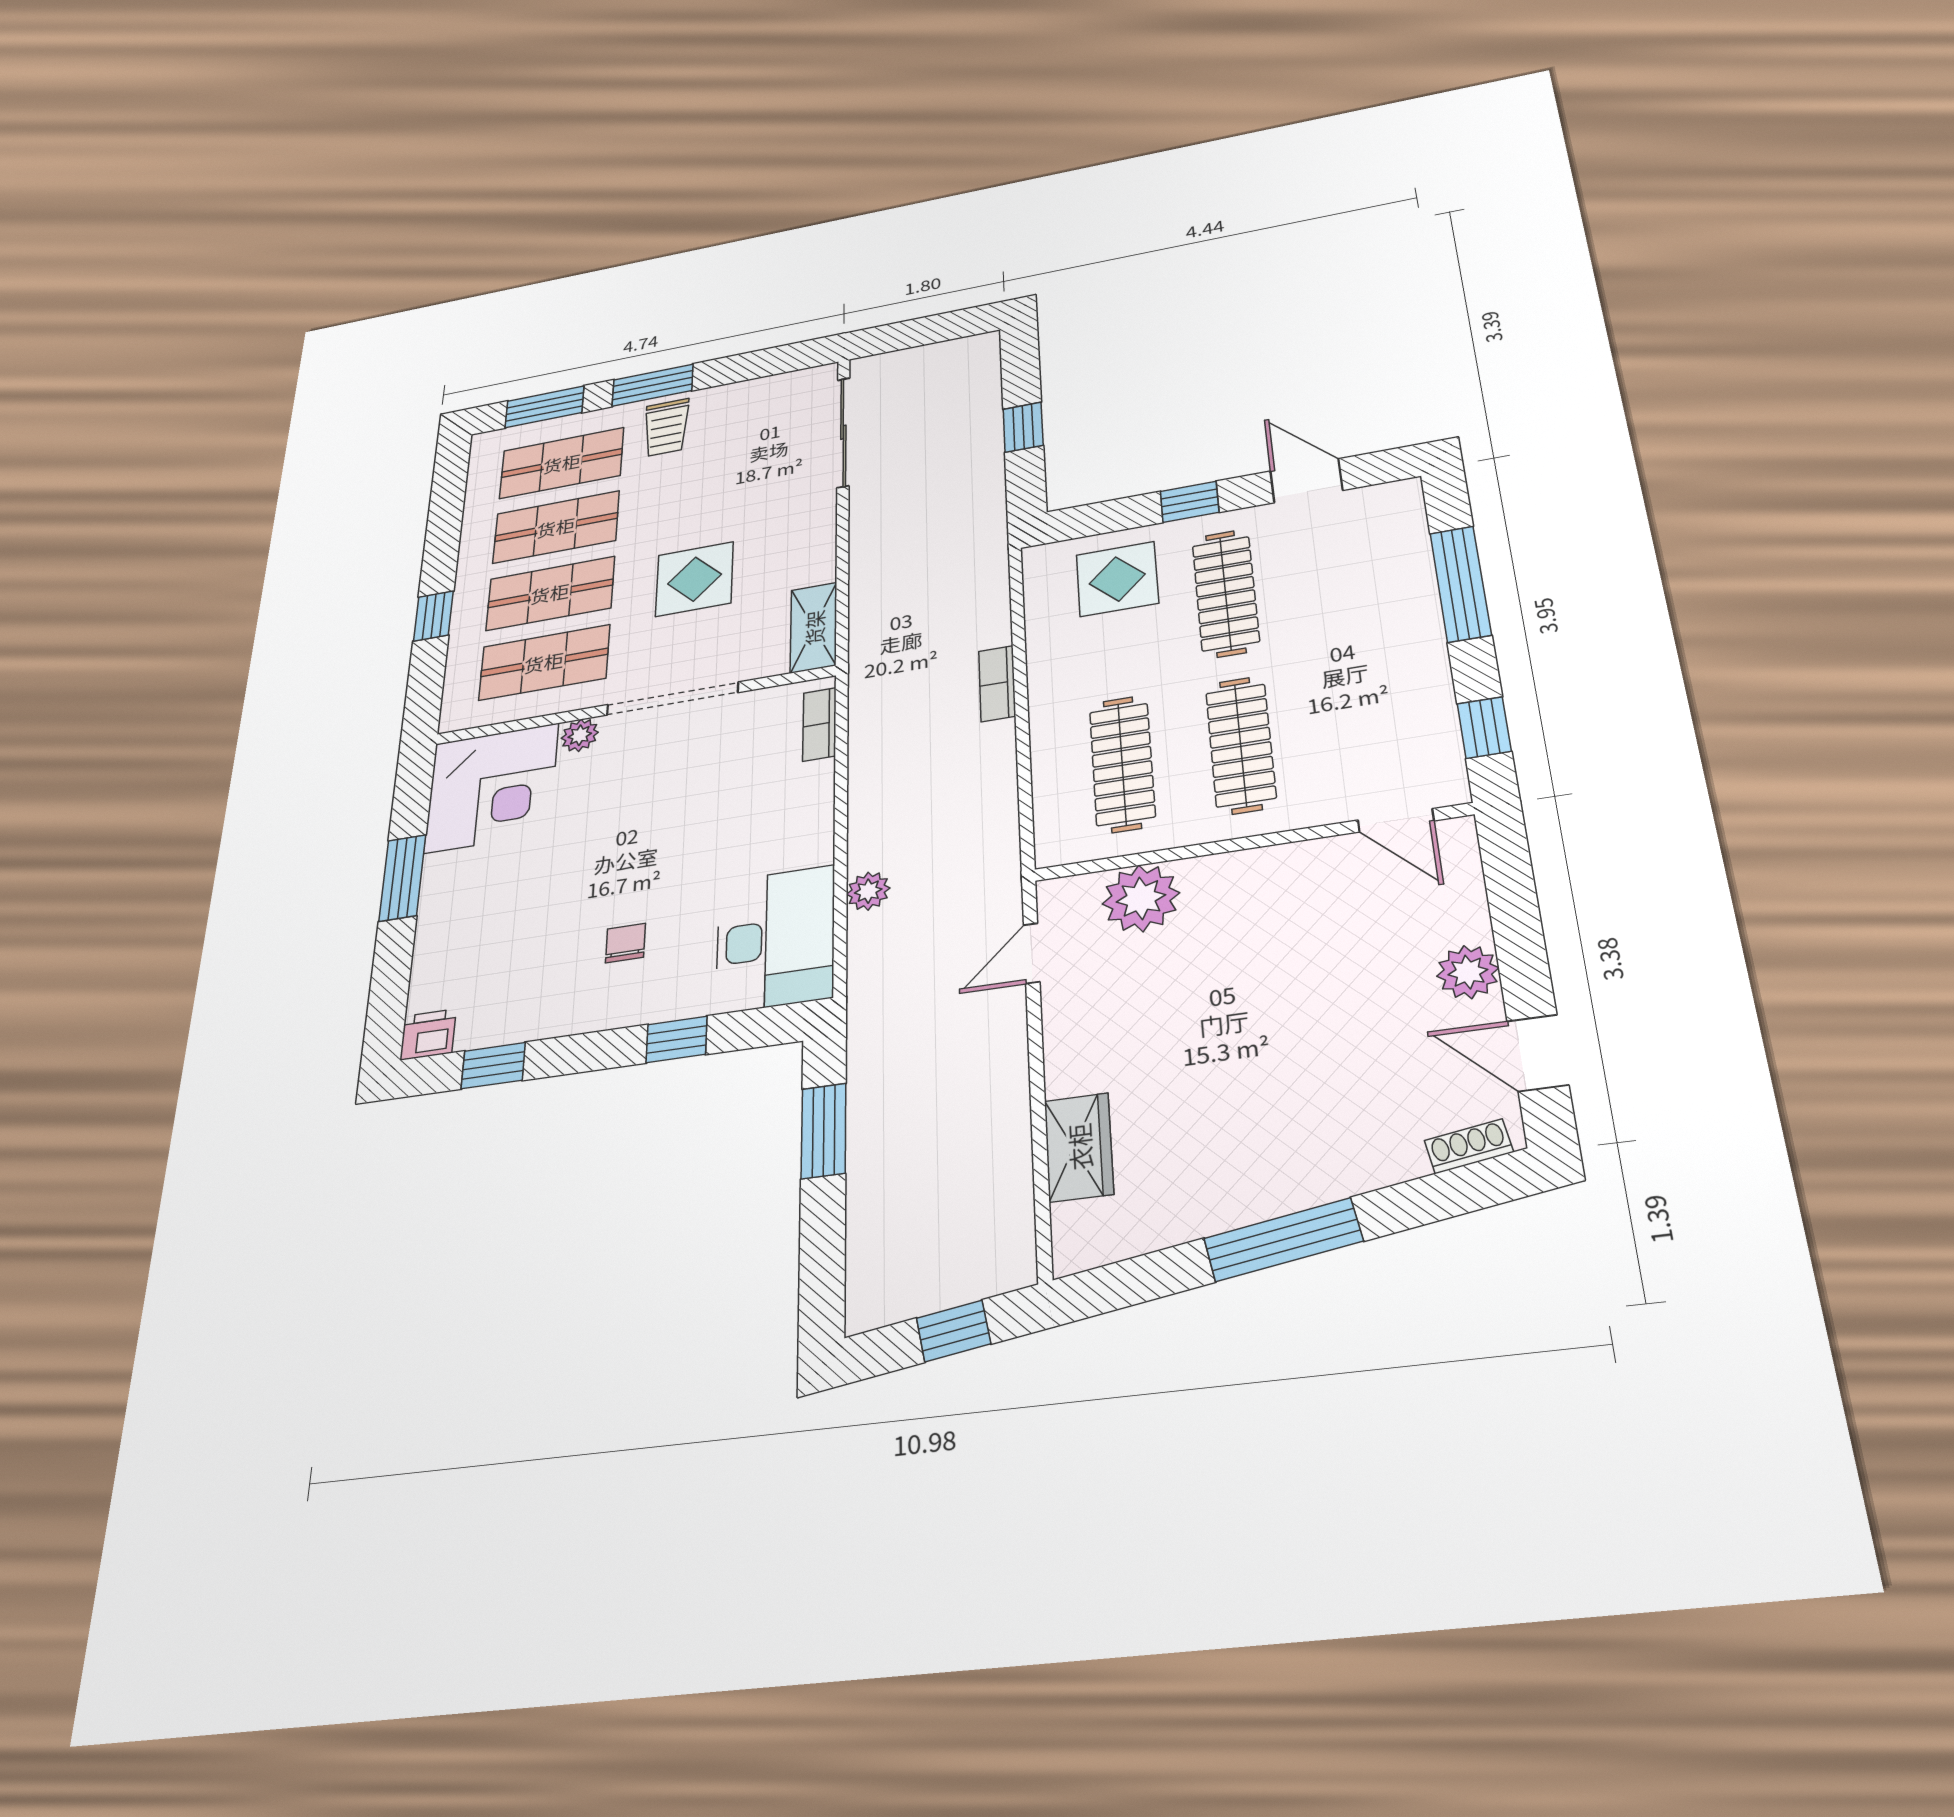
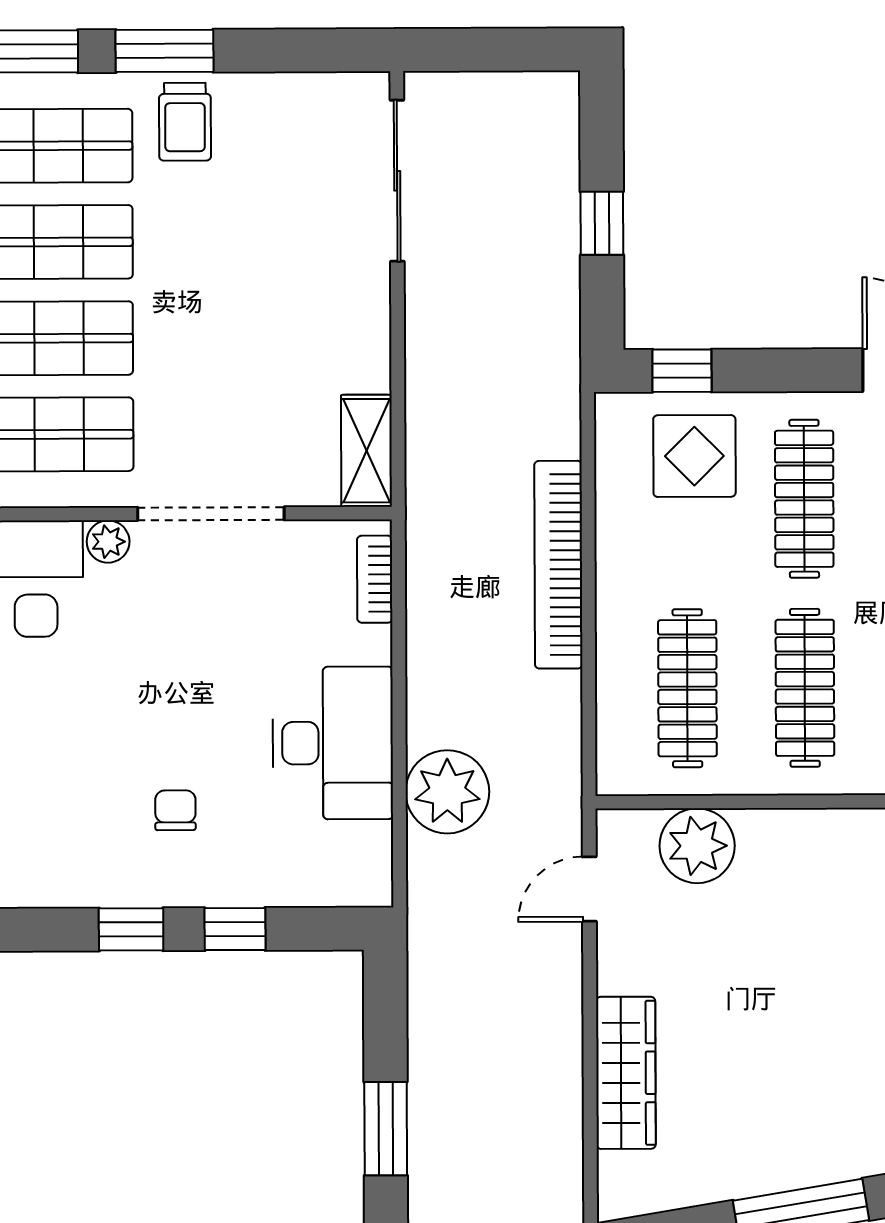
window: (1190, 502) -> (682, 371), moved
display table: (695, 579) -> (229, 355), removed
bookcase: (997, 684) -> (558, 565), width x2.31, depth x1.31
plant: (868, 891) -> (447, 792), width x1.88, depth x1.88
desk: (775, 939) -> (333, 743), moved
window: (493, 1066) -> (131, 929), moved
window: (824, 1131) -> (386, 1129), moved
wardrobe: (1079, 1147) -> (626, 1073), width x1.50

